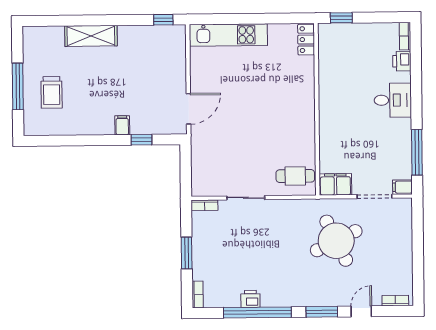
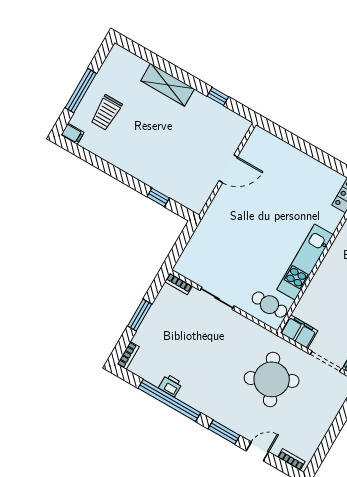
window: (163, 20) -> (218, 96), moved
kitchen unit: (228, 35) -> (305, 262), moved, turned 90
door: (188, 109) -> (228, 169), moved
filing cabinet: (122, 125) -> (72, 134), moved, turned 90

